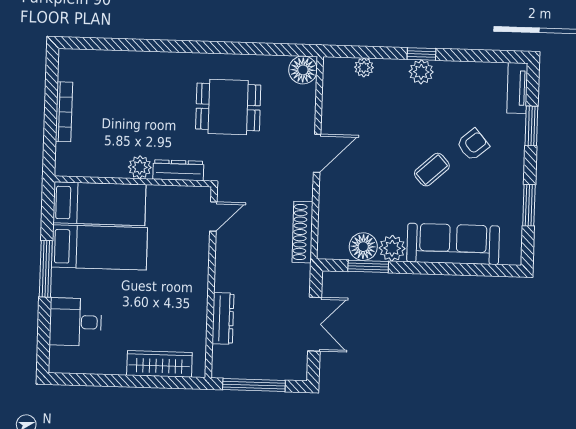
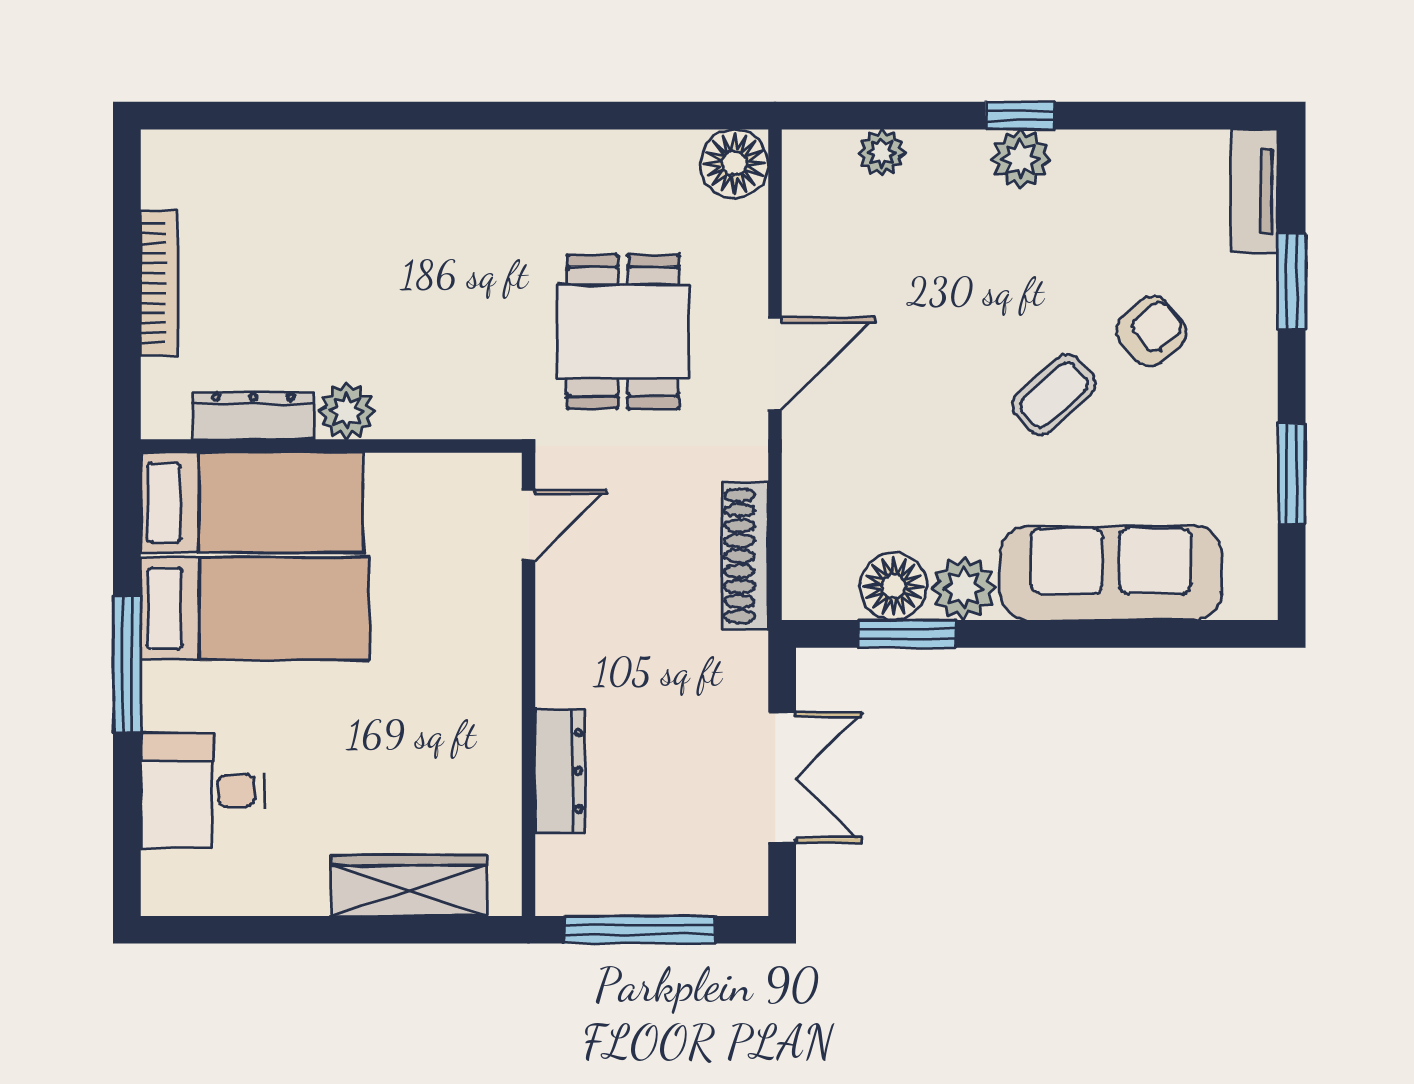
dining table: (228, 107) -> (623, 332), moved, turned 90
dresser: (178, 170) -> (253, 416), moved

